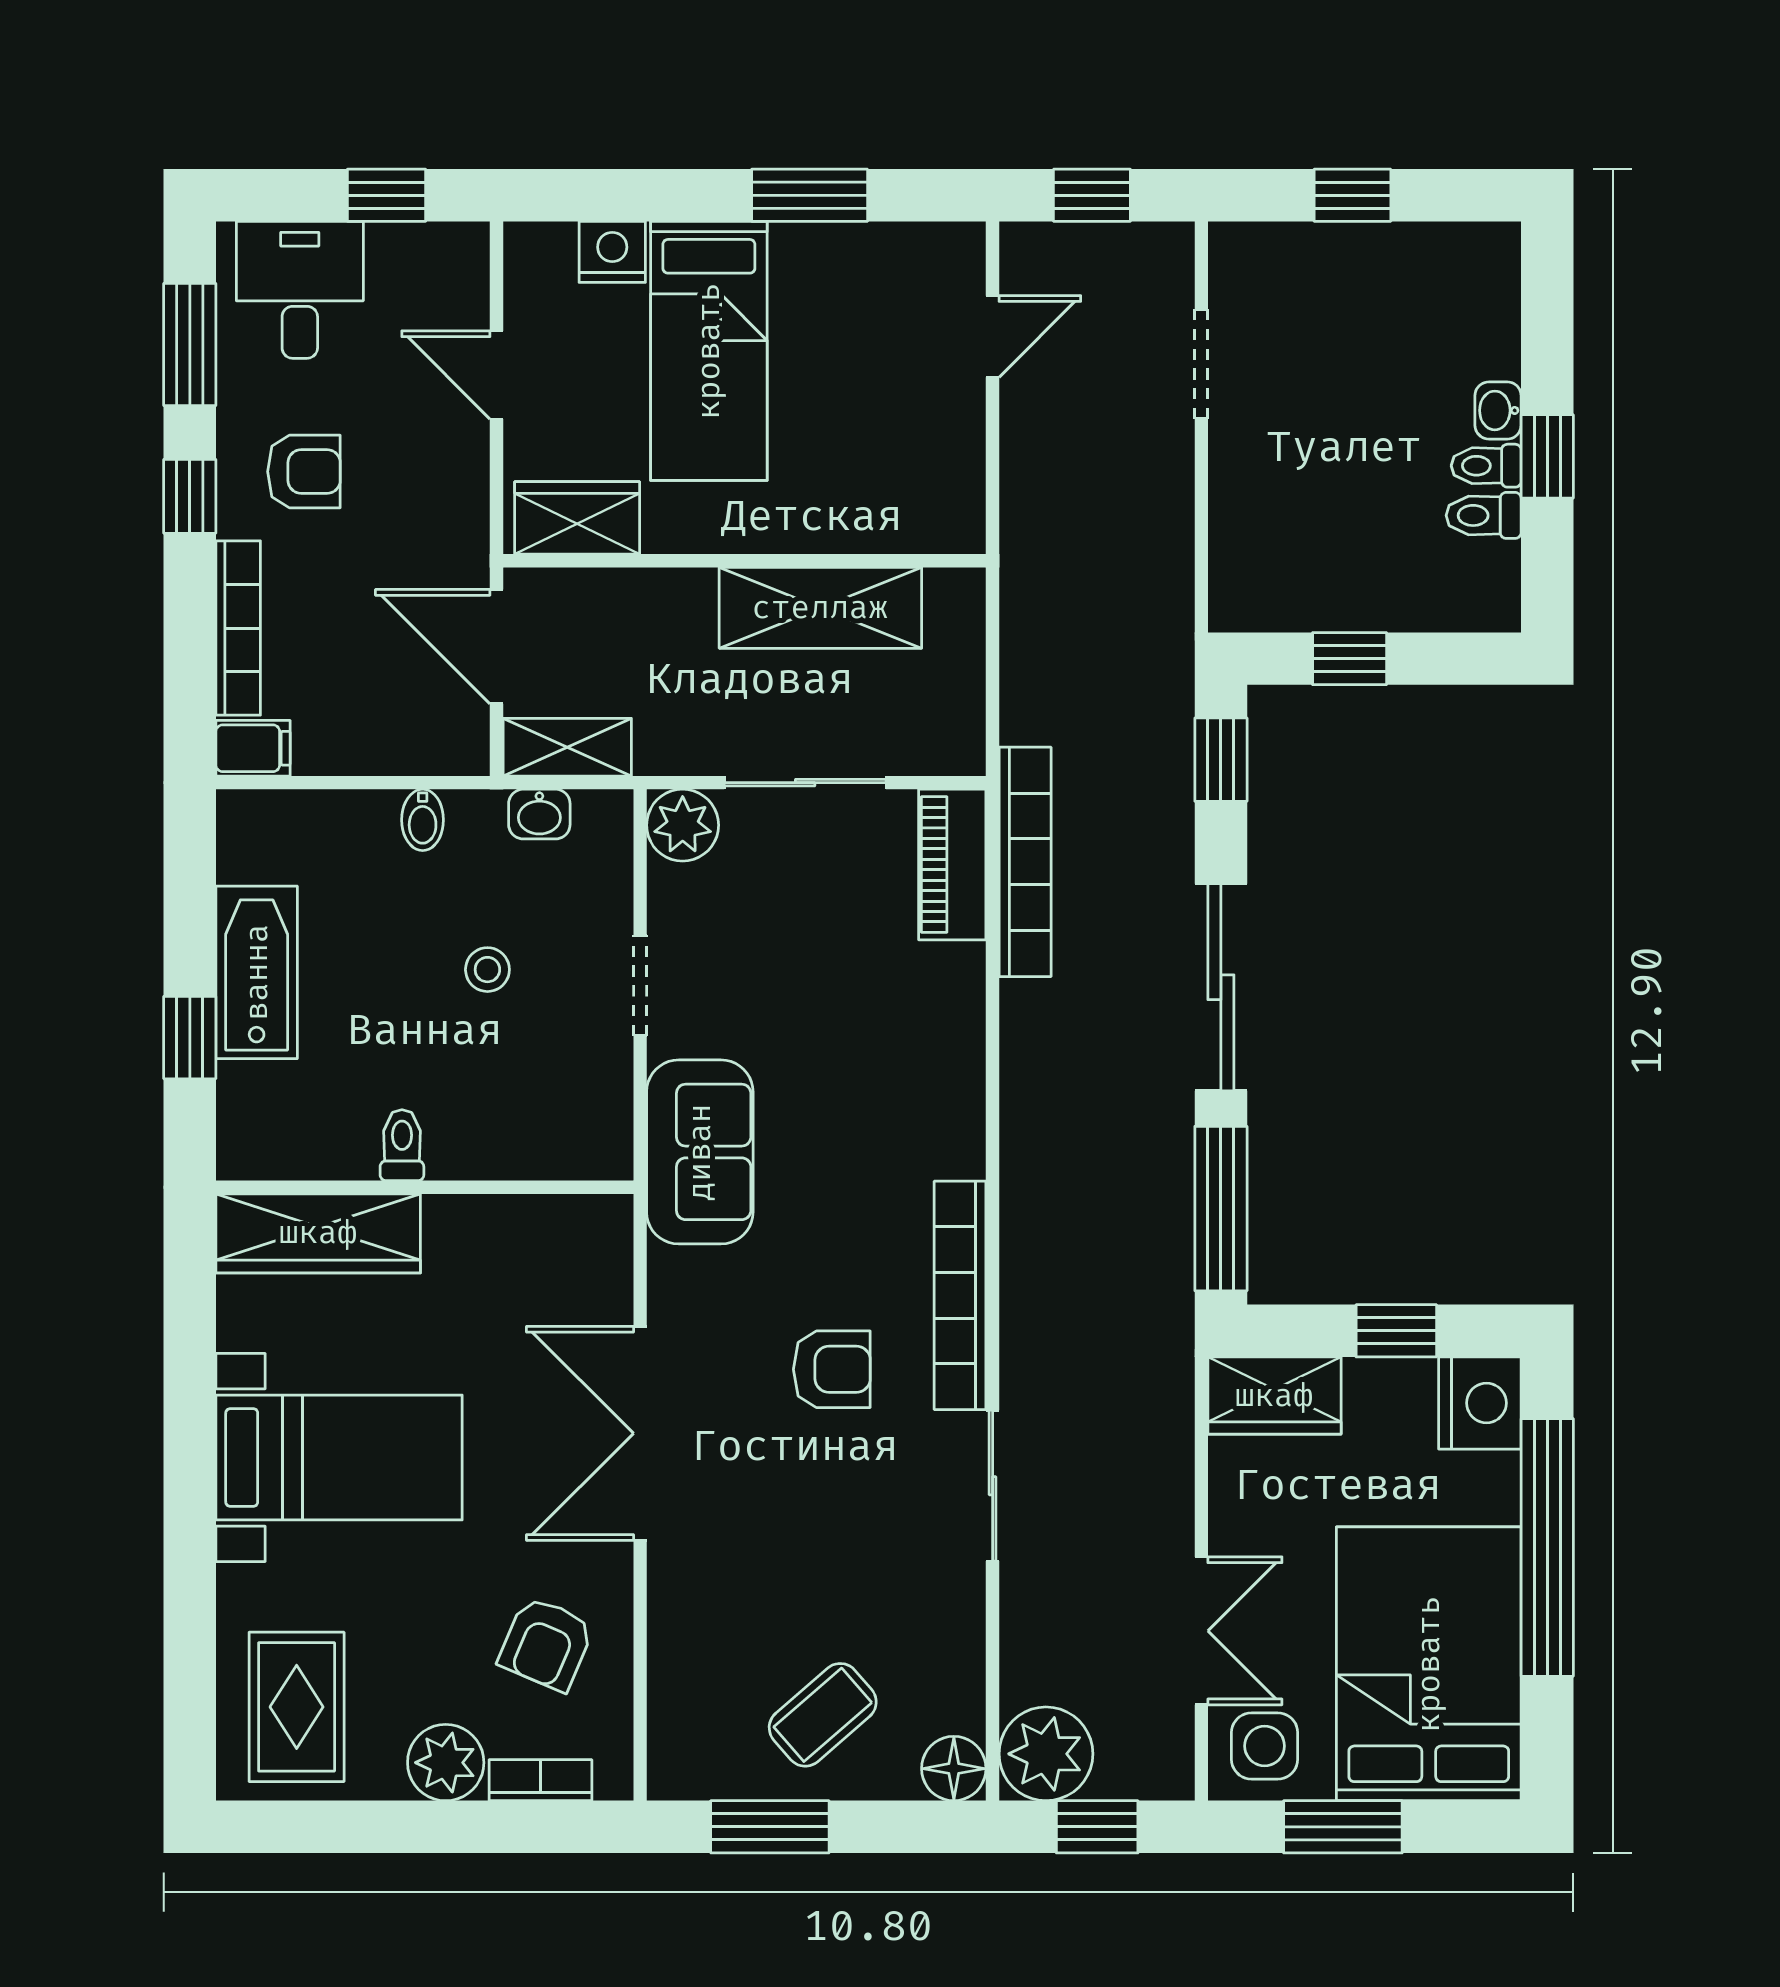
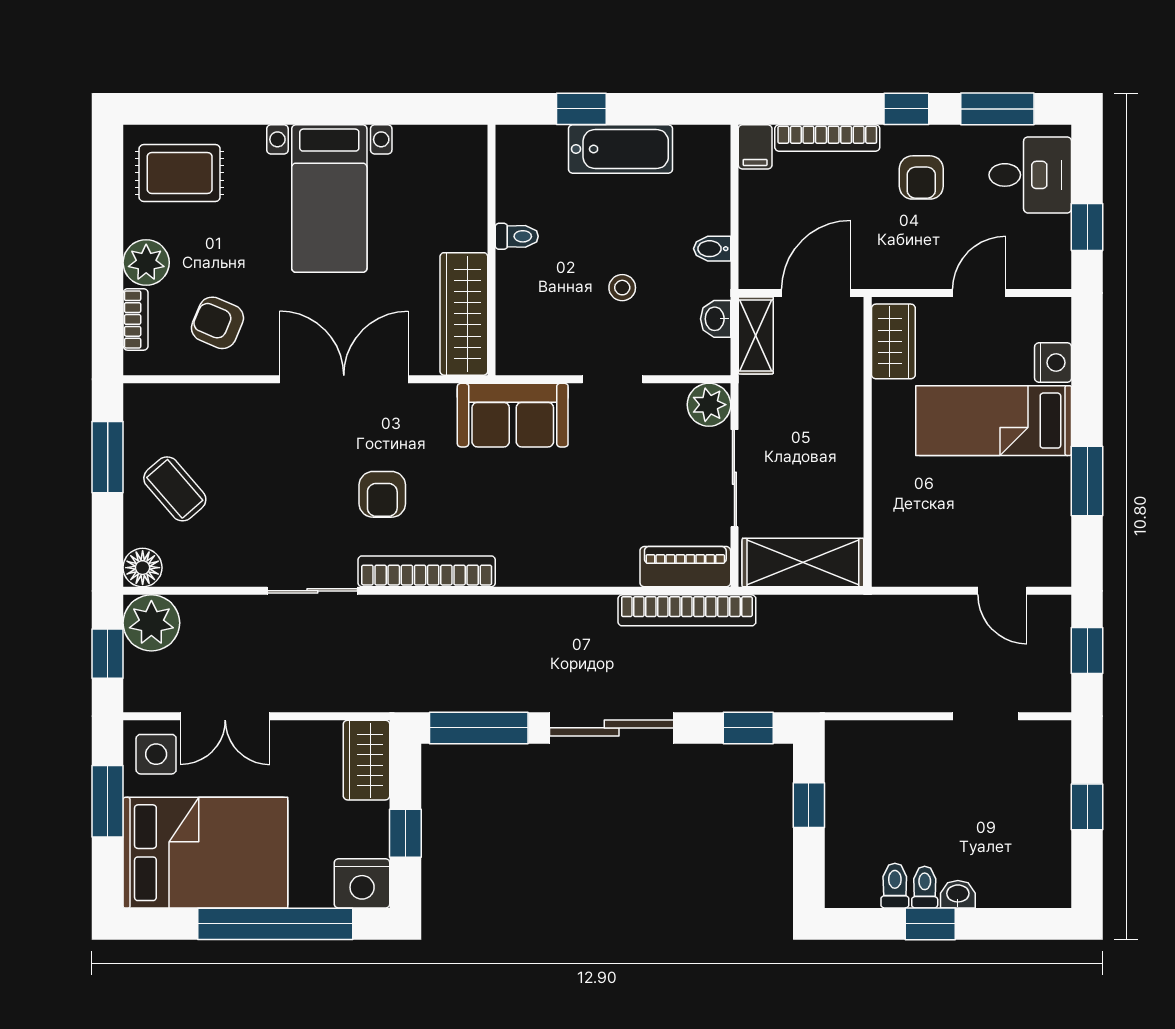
shelving: (820, 608) -> (803, 563), moved, turned 90
wardrobe: (318, 1233) -> (464, 314), moved

